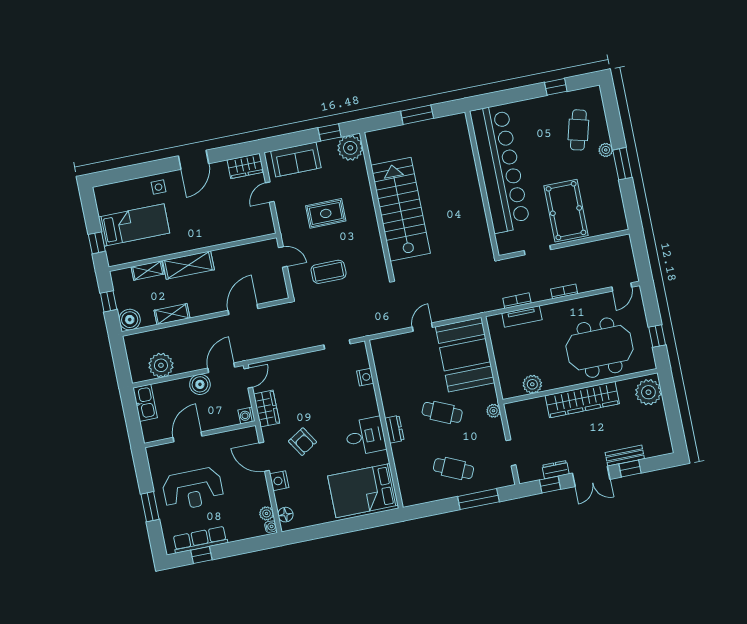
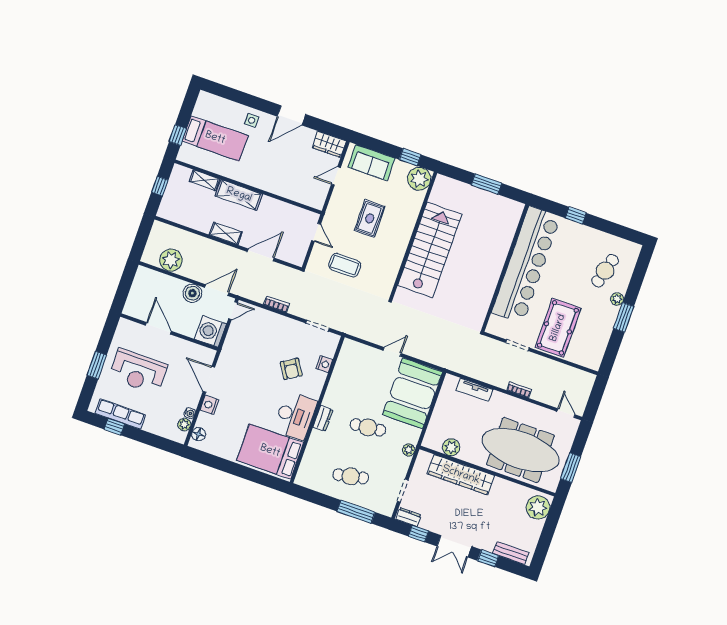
window: (556, 87) -> (576, 215), moved
rug: (326, 213) -> (370, 218), turned 90
door: (622, 287) -> (566, 413), swing flipped
bookcase: (517, 301) -> (276, 304), moved
shelving: (172, 314) -> (226, 233), moved
boiler: (130, 320) -> (168, 210), removed
window: (657, 336) -> (571, 468), width x1.50
meeting table: (600, 348) -> (521, 450), width x1.36
wardrobe: (582, 400) -> (461, 475), moved
kitchen sink: (145, 403) -> (141, 282), removed
wardrobe: (267, 409) -> (233, 343), removed
cafe table: (442, 412) -> (368, 427), turned -30
washing machine: (246, 415) -> (211, 331), width x1.89, depth x1.89
desk: (365, 436) -> (295, 416), width x1.37
door: (187, 437) -> (158, 328), hinge flipped
armchair: (303, 442) -> (291, 369), moved
bench: (625, 456) -> (511, 553), moved
cafe table: (453, 469) -> (351, 476), turned -36
dresser: (556, 470) -> (409, 517), moved
water cooler: (271, 527) -> (190, 413), moved

